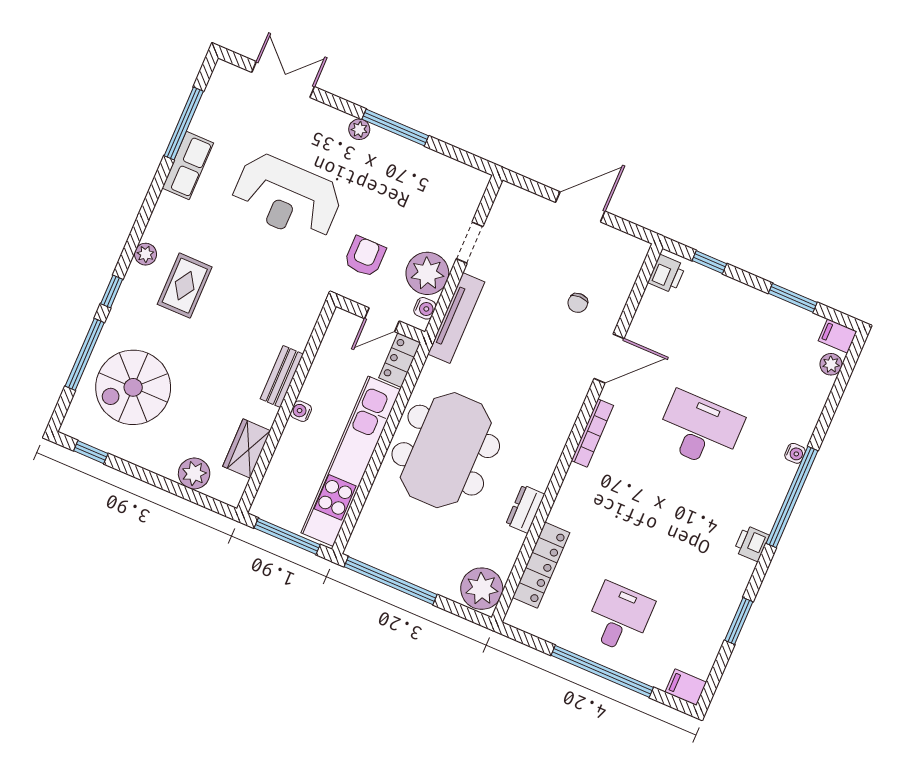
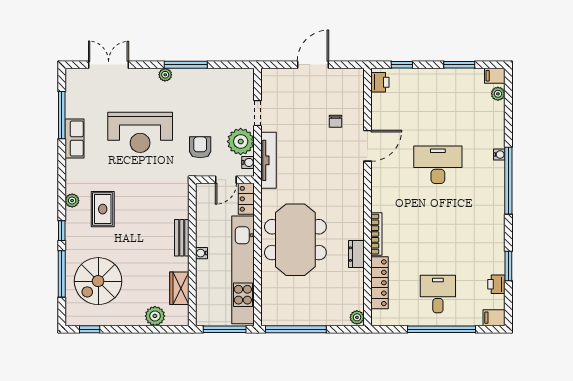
bookcase: (592, 433) -> (376, 234), moved
printer: (752, 543) -> (496, 284), moved
plant: (482, 589) -> (357, 317), width x0.53, depth x0.53

